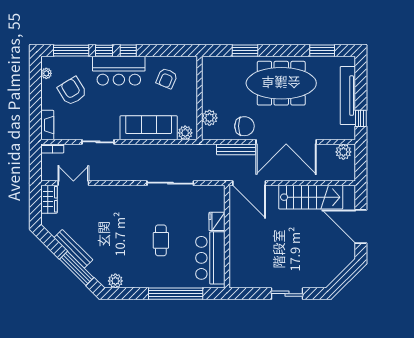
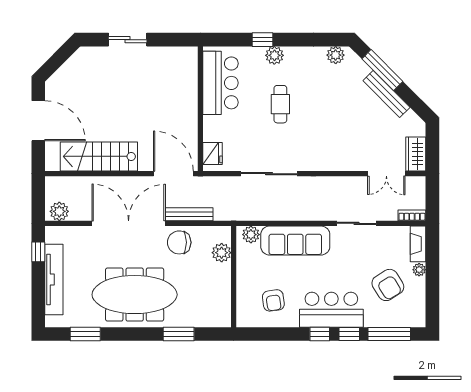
plant: (46, 73) -> (419, 270), moved
armchair: (167, 78) -> (273, 300), turned 149
fridge: (217, 221) -> (212, 154), moved
plant: (166, 281) -> (274, 55), added
window: (176, 294) -> (262, 40), width x0.32

